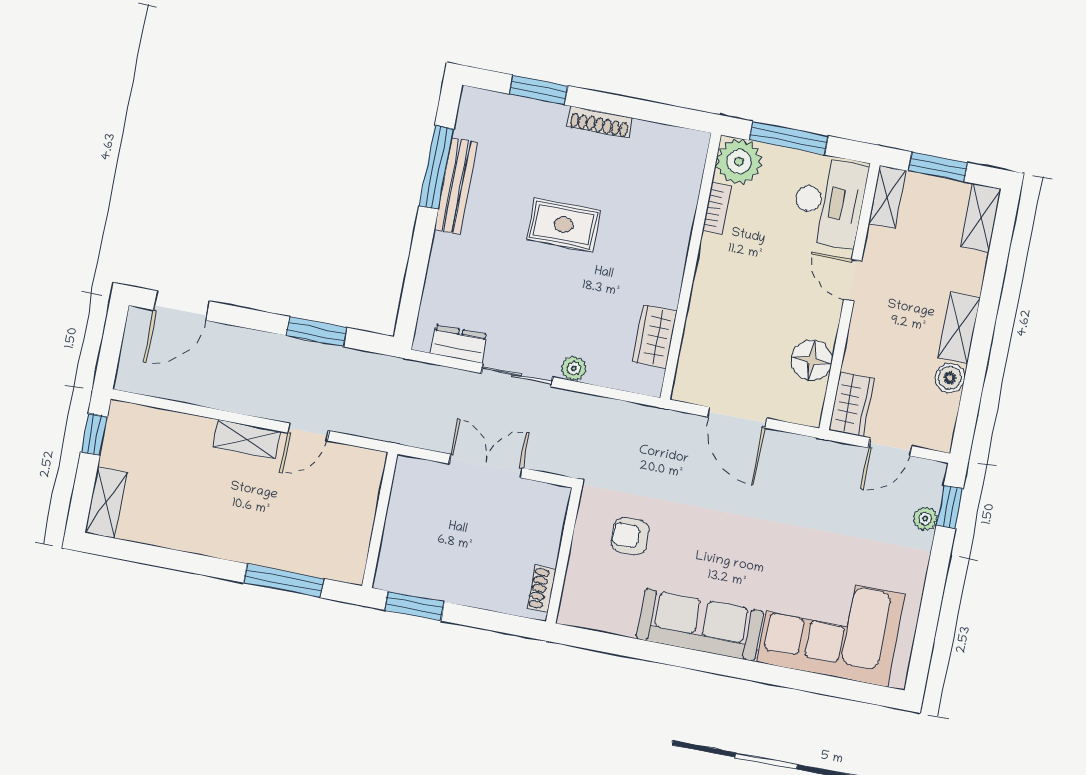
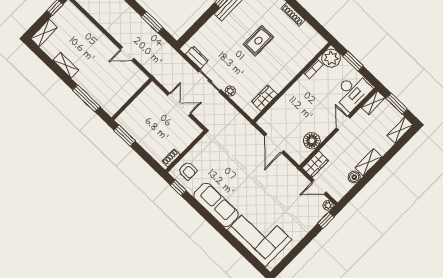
window: (788, 138) -> (353, 61), width x0.69
rug: (564, 225) -> (258, 41), turned 90
shelving: (247, 439) -> (66, 65), moved
plant: (925, 519) -> (328, 205), moved
armchair: (630, 536) -> (188, 171), moved, turned 180
window: (598, 641) -> (178, 188), added

